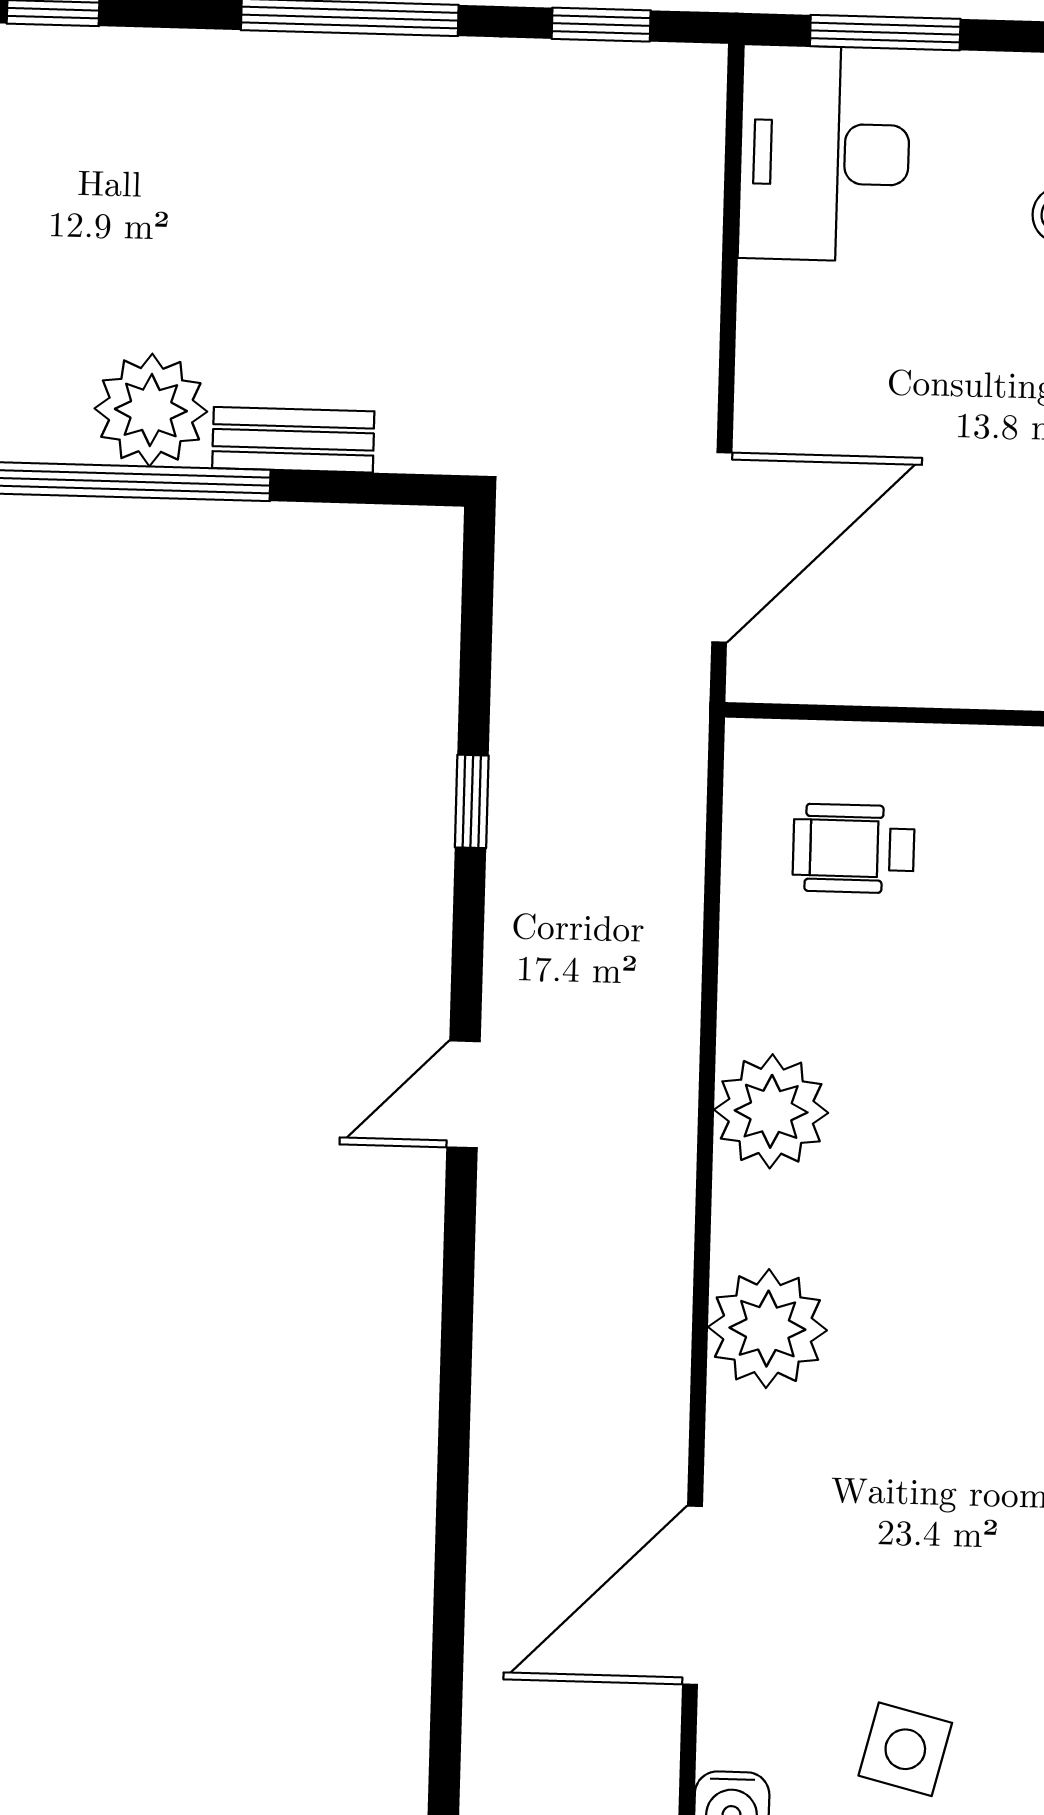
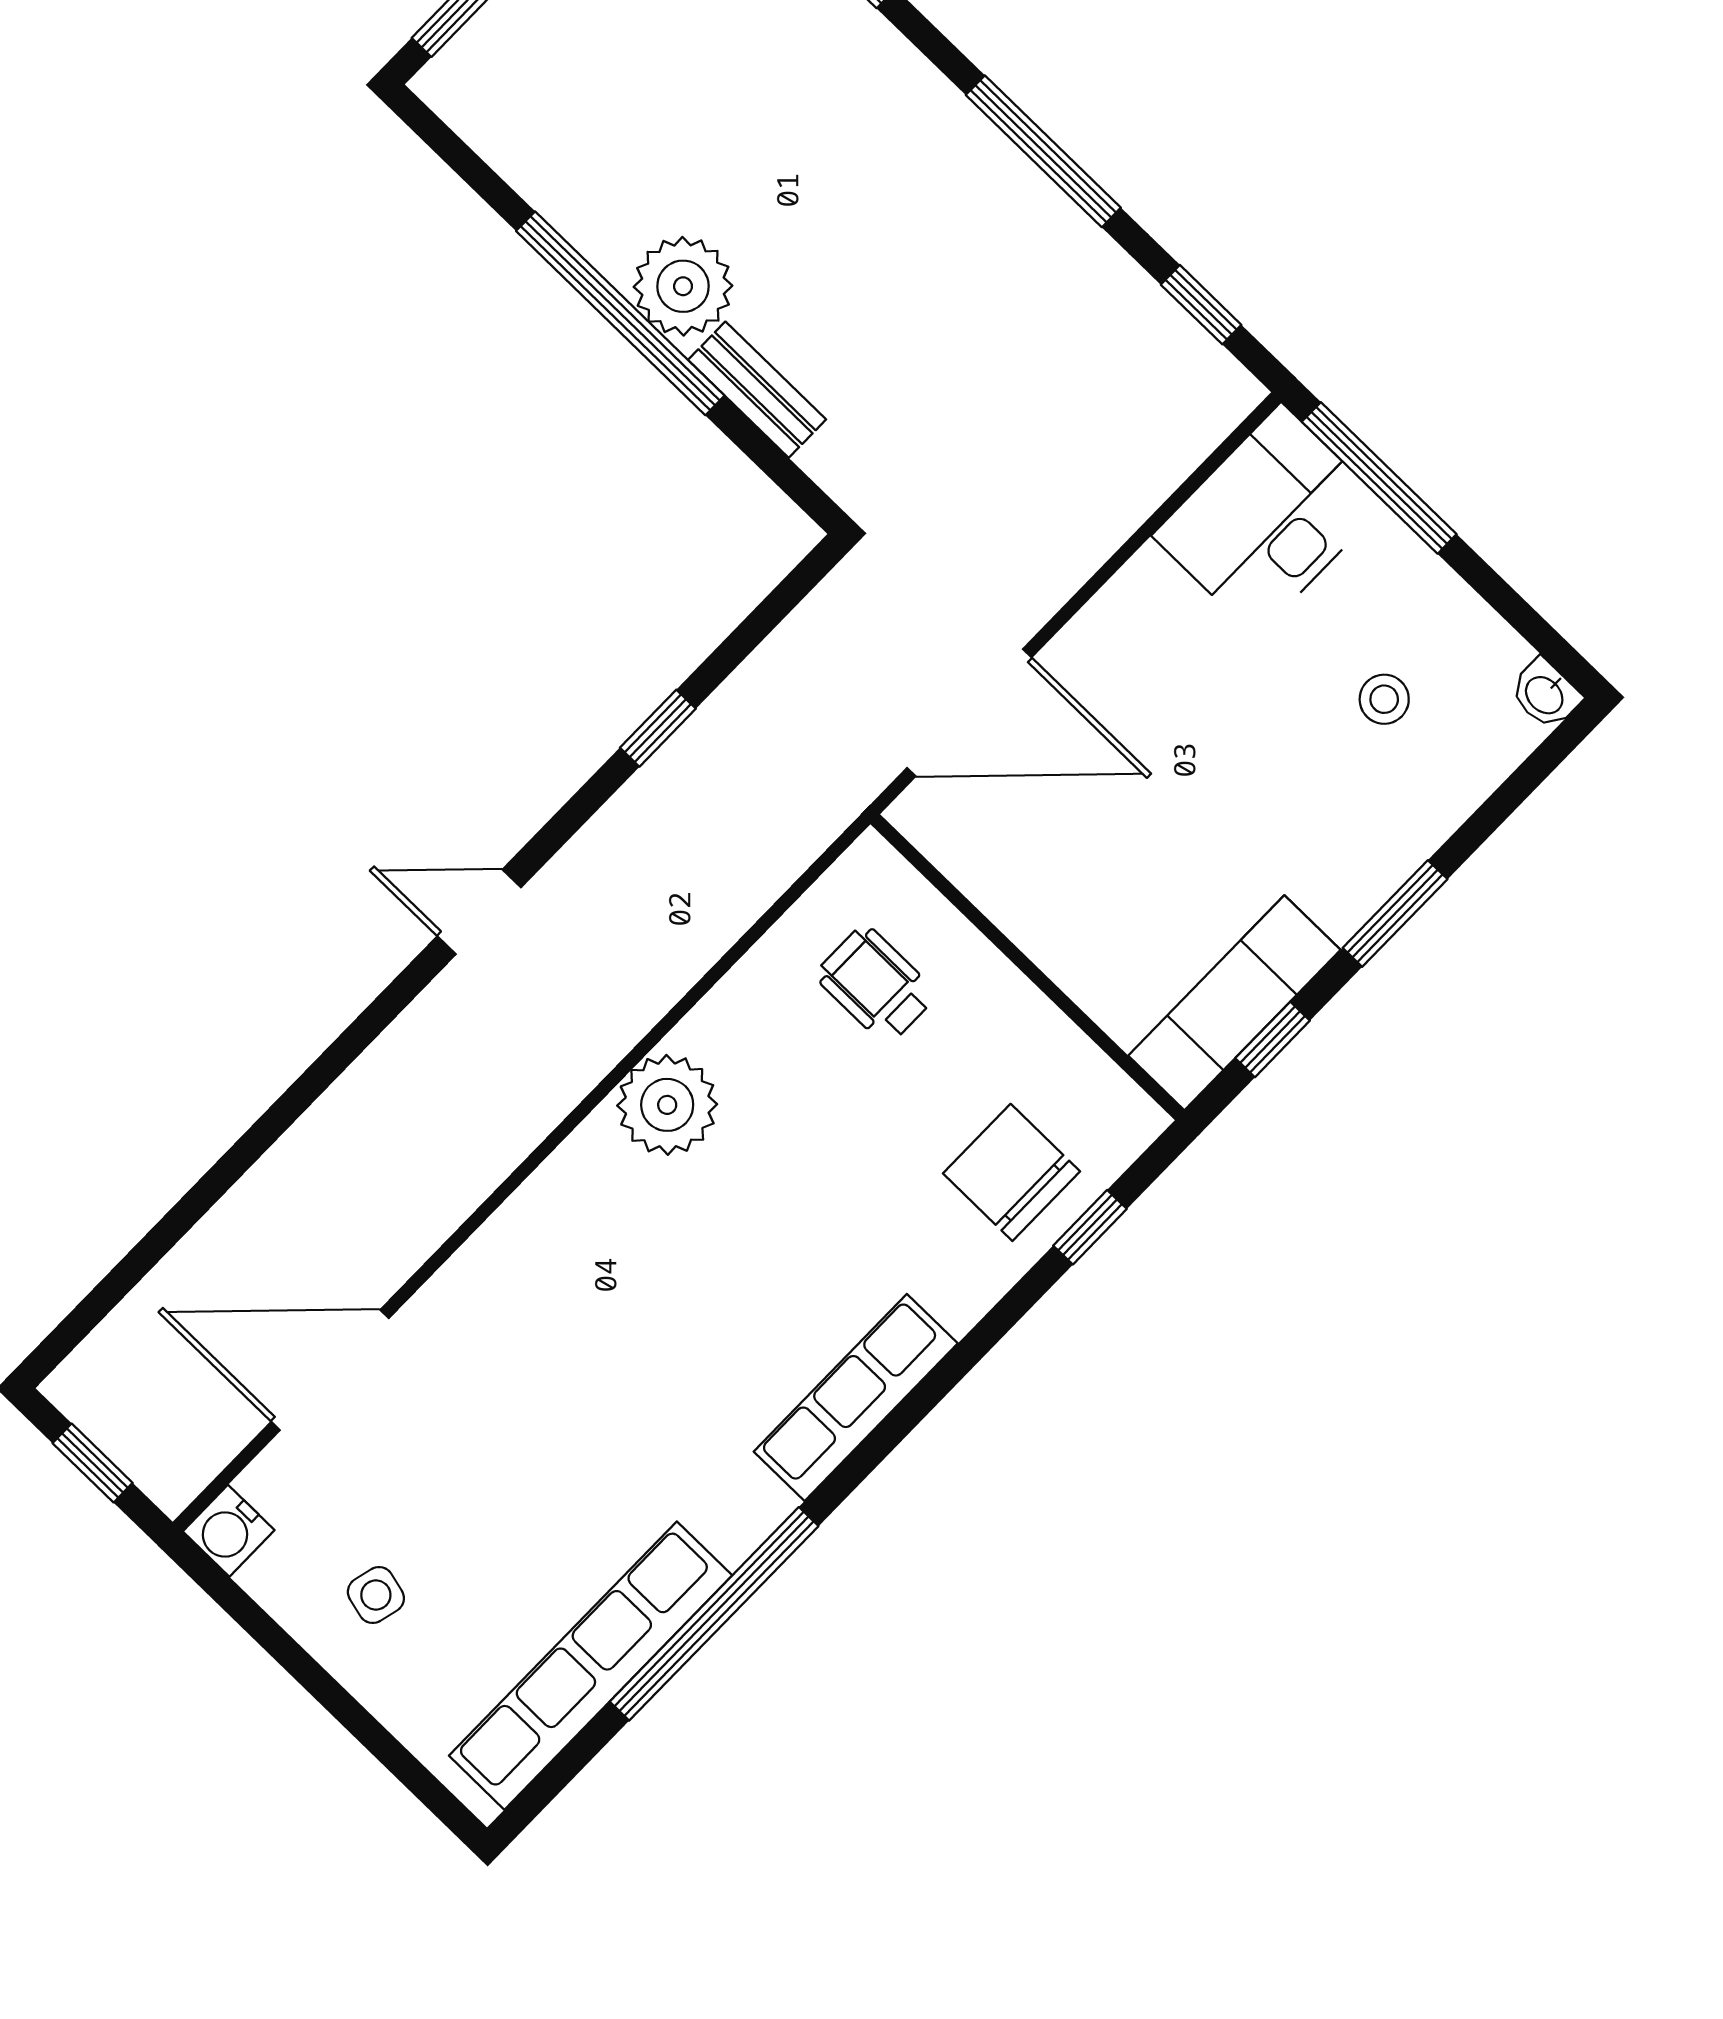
window: (885, 33) -> (1379, 478), width x1.44
plant: (767, 1329) -> (536, 1243), removed
side table: (905, 1749) -> (376, 1595), width x0.73, depth x0.73

